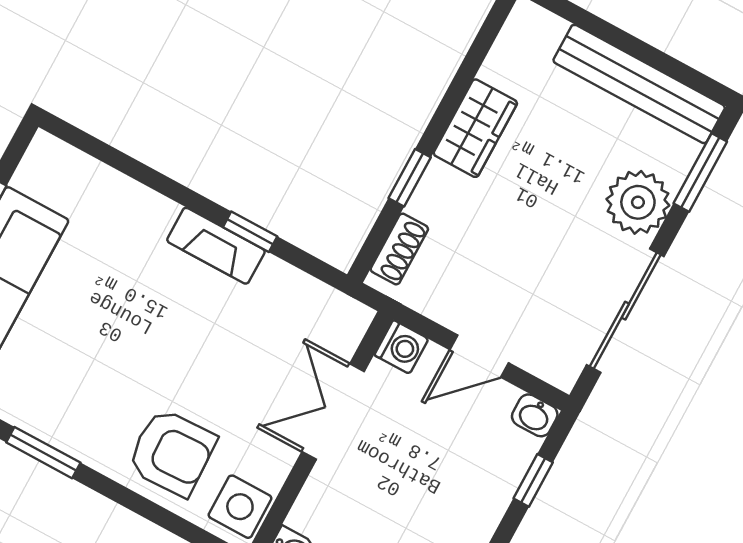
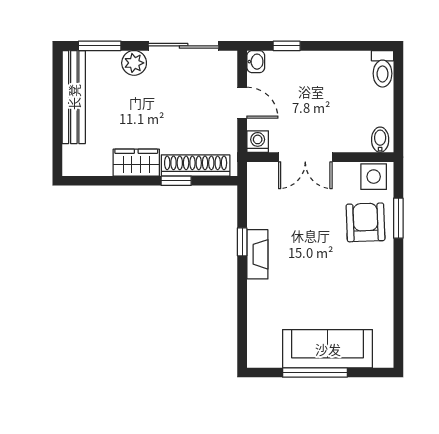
plant: (638, 202) -> (134, 63), width x0.73, depth x0.73
shoe rack: (399, 249) -> (196, 165), width x1.94, depth x1.24
window: (43, 453) -> (398, 218), moved

